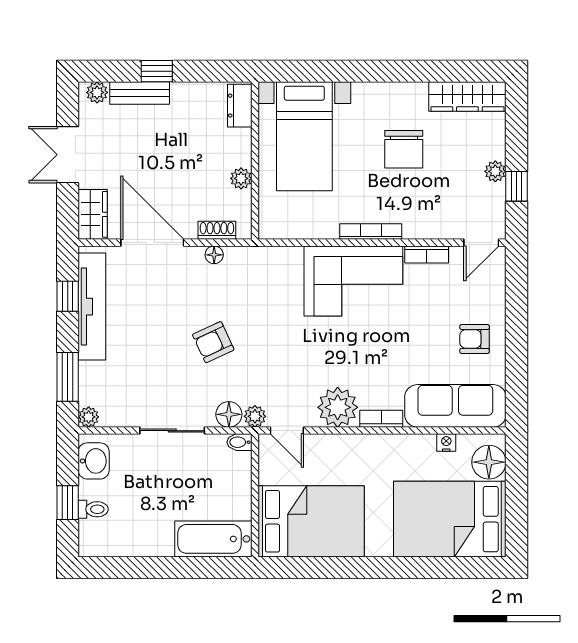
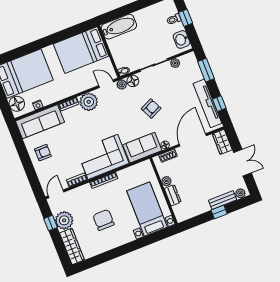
wardrobe: (467, 97) -> (72, 246), moved, turned 90
dresser: (240, 106) -> (173, 195), moved
plant: (495, 171) -> (64, 220), width x1.88, depth x1.88
door: (152, 243) -> (193, 140), swing flipped
sofa: (264, 268) -> (142, 148), added
plant: (89, 417) -> (175, 63), moved

